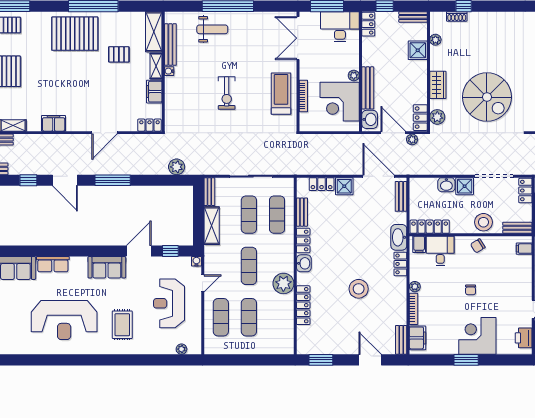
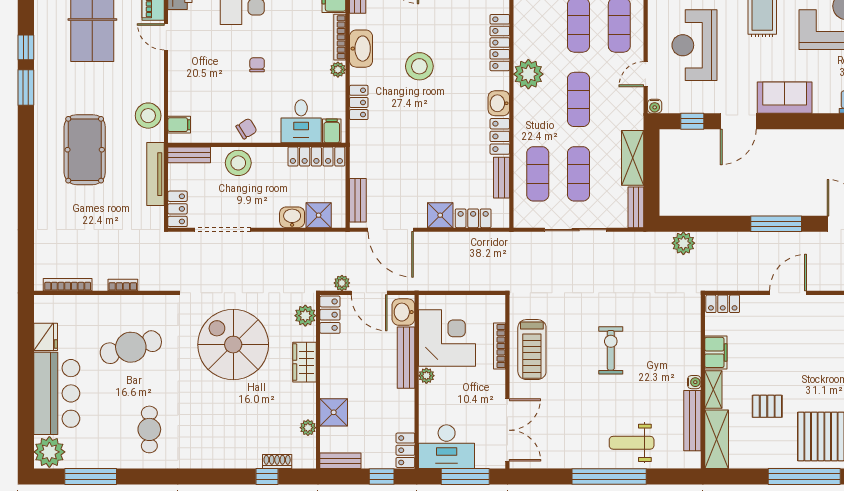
shower: (465, 186) -> (319, 215), moved
washbasin: (399, 237) -> (361, 49), moved
reception desk: (169, 303) -> (694, 45), turned 180

